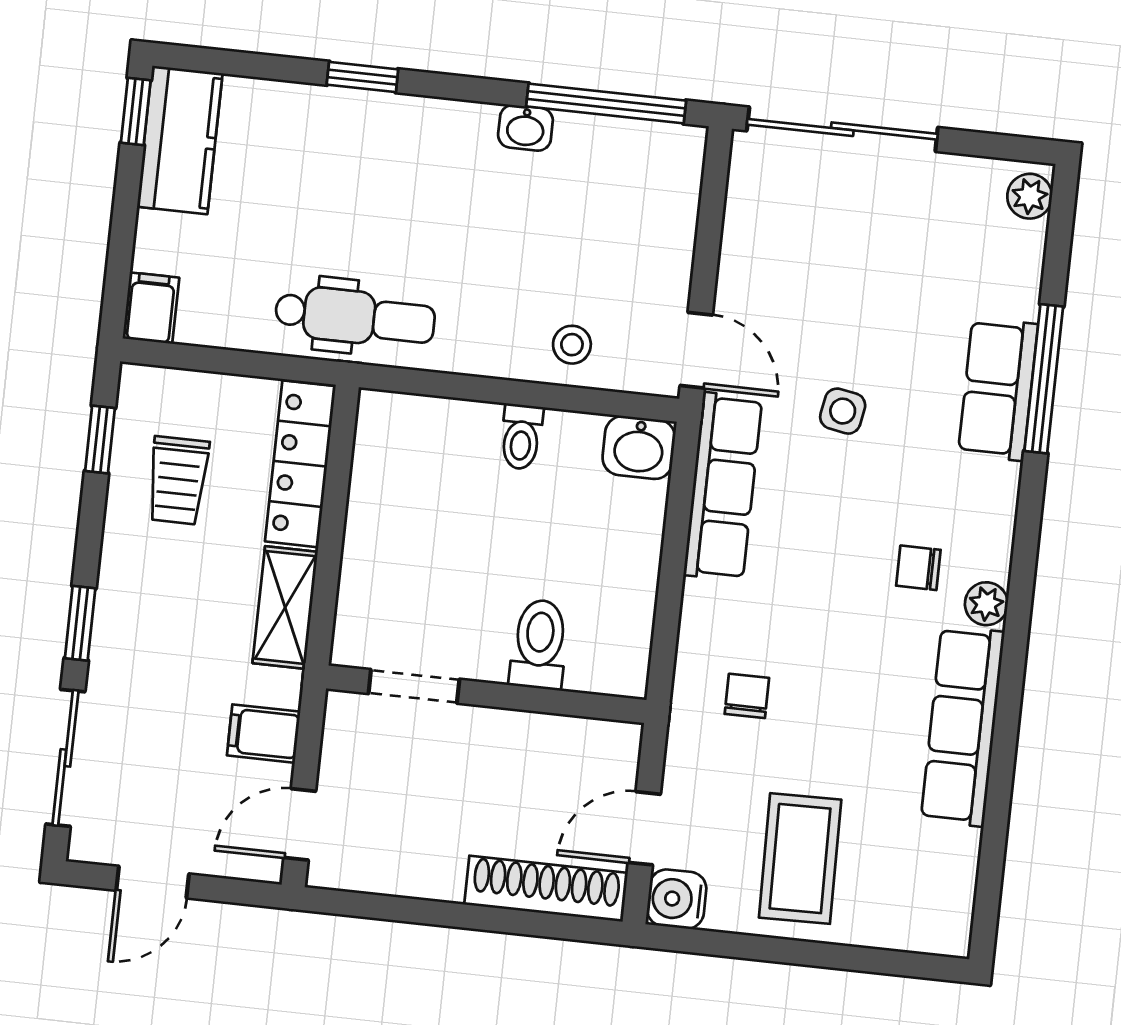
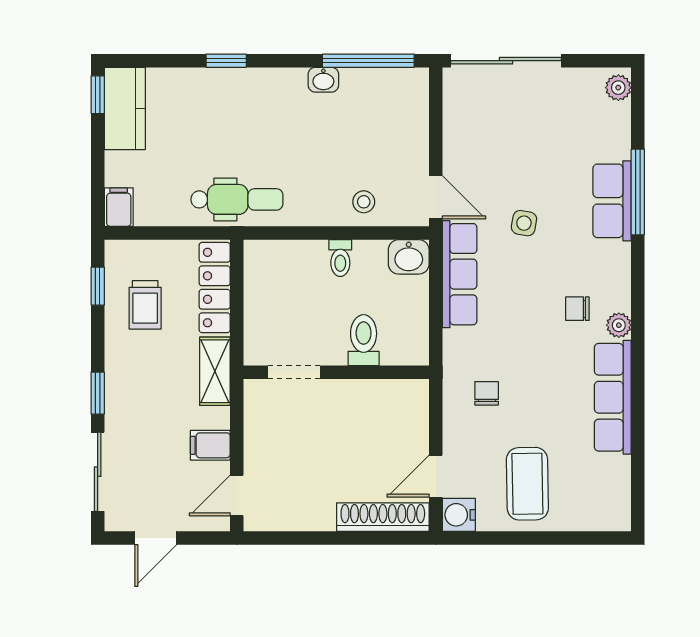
toilet: (539, 644) -> (364, 340), moved
doorway: (414, 686) -> (294, 372), moved
wall: (486, 694) -> (336, 372), moved

